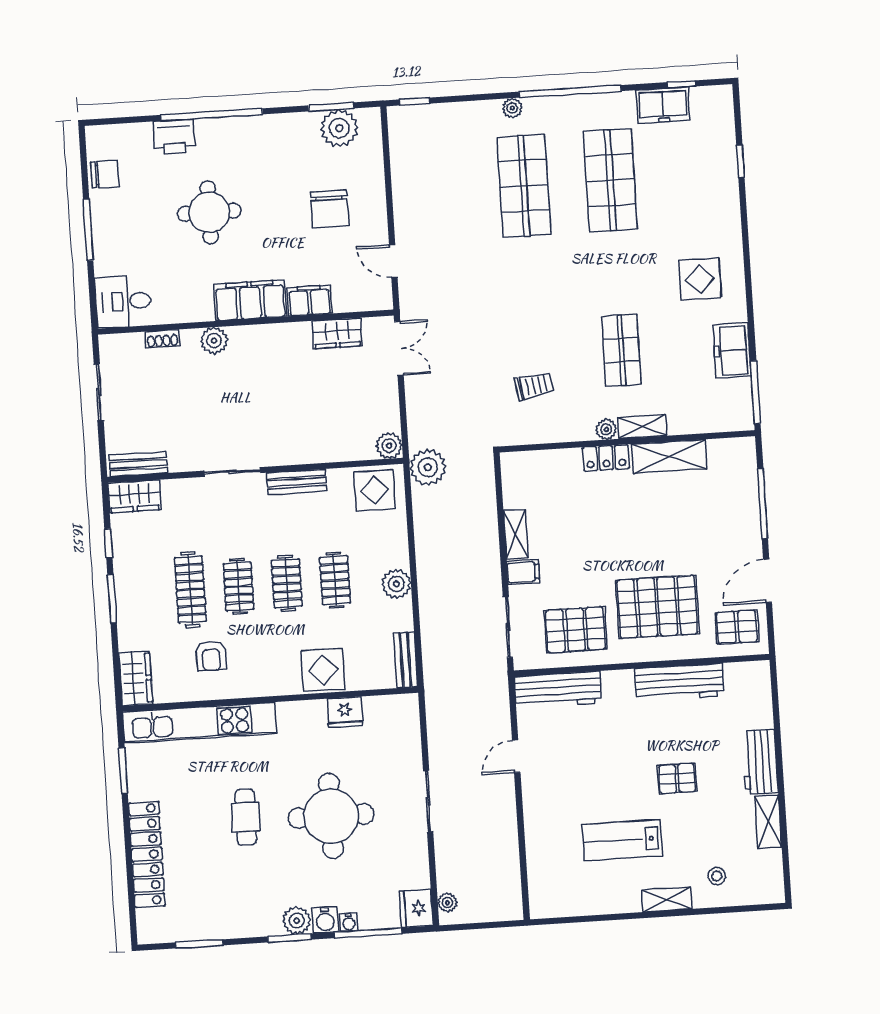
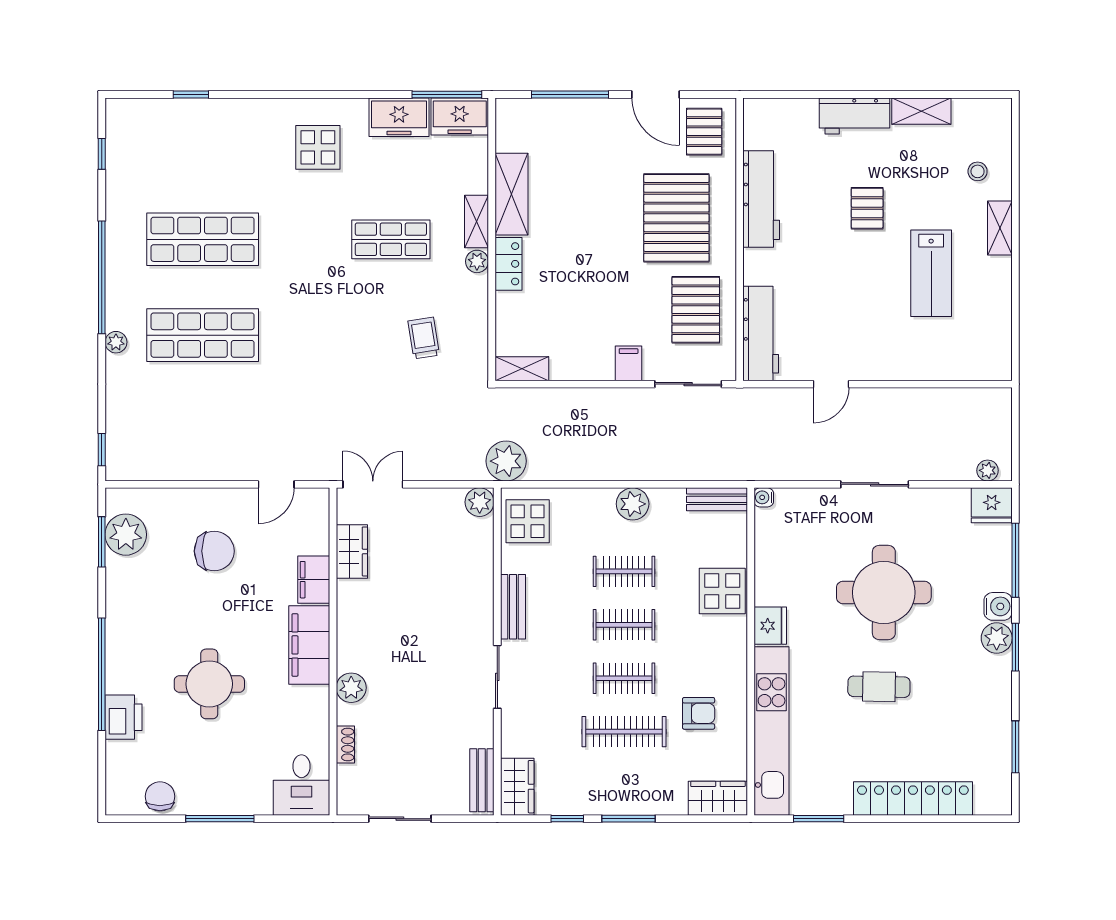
freezer: (663, 105) -> (460, 116), moved, turned 90
shelving: (516, 534) -> (522, 369), moved
fridge: (345, 712) -> (770, 626), moved
door: (516, 756) -> (831, 384), hinge flipped
water cooler: (349, 922) -> (764, 497), moved, turned 180

